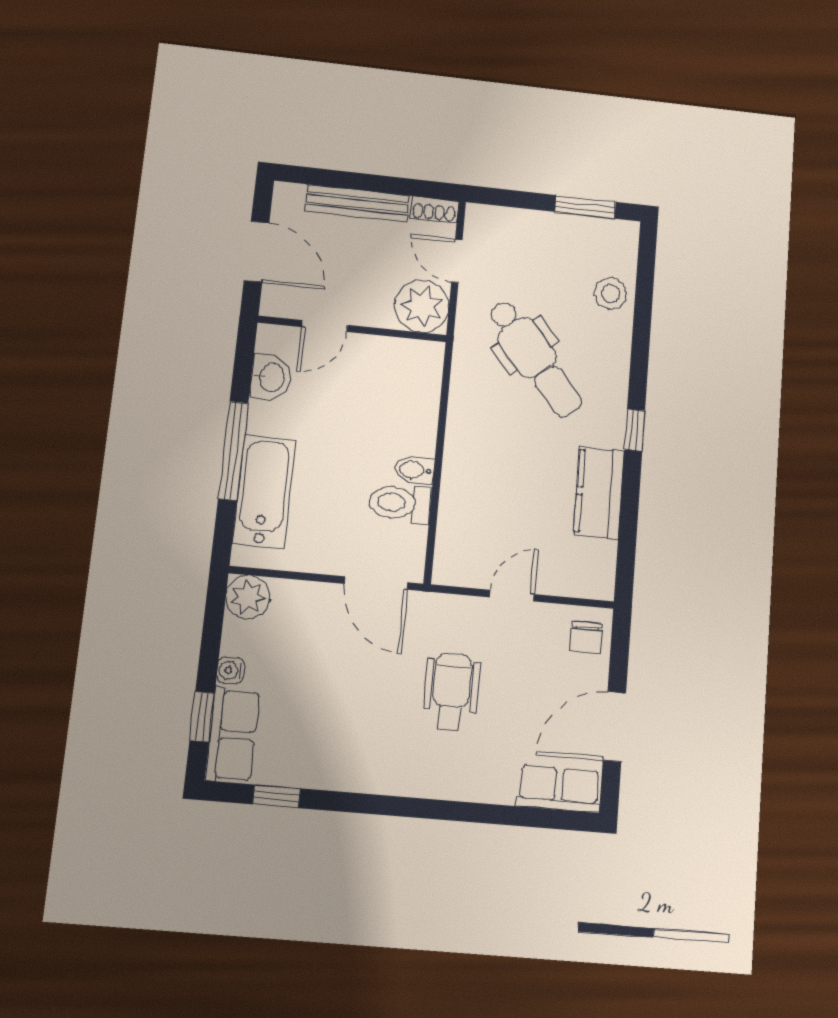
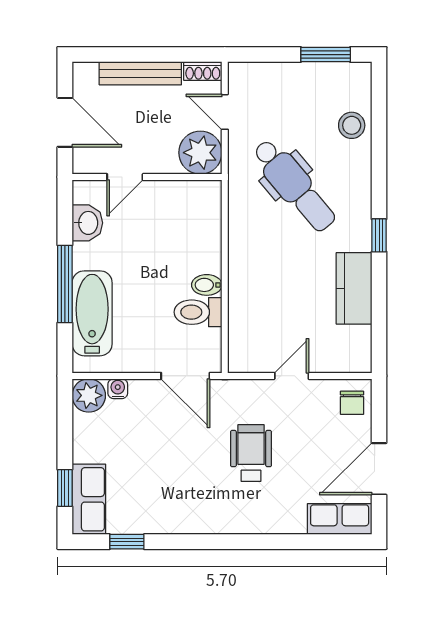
water cooler: (230, 670) -> (118, 389), moved, turned 90

